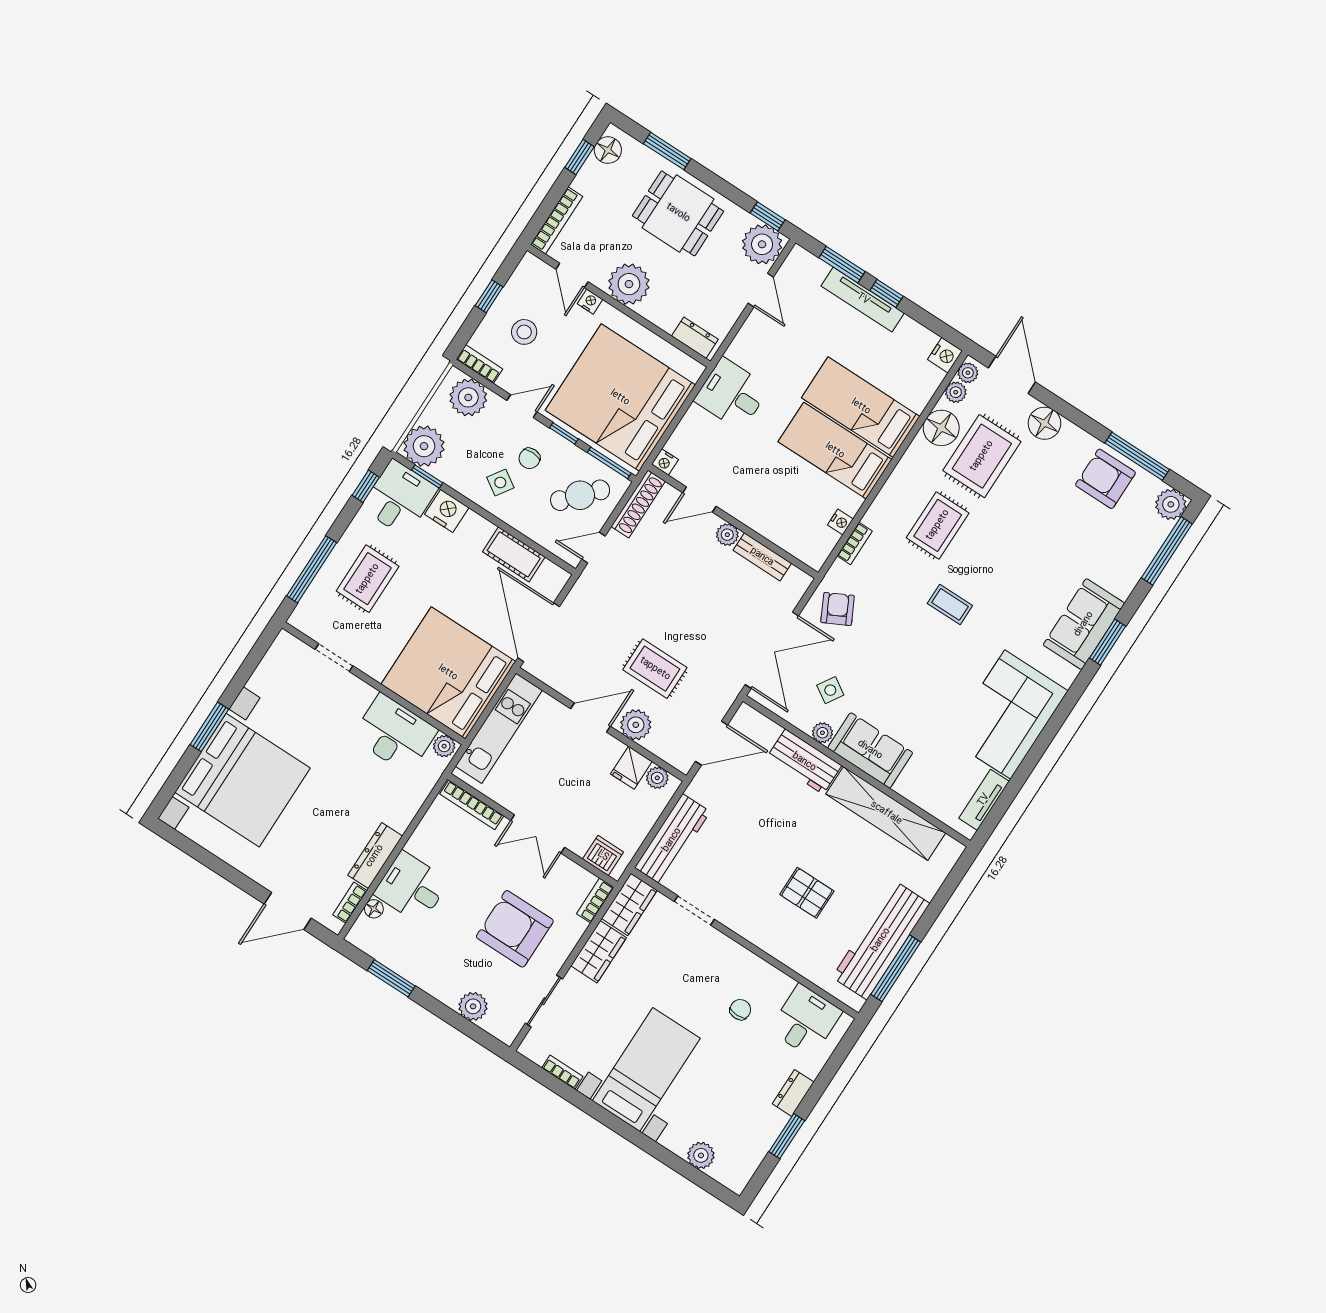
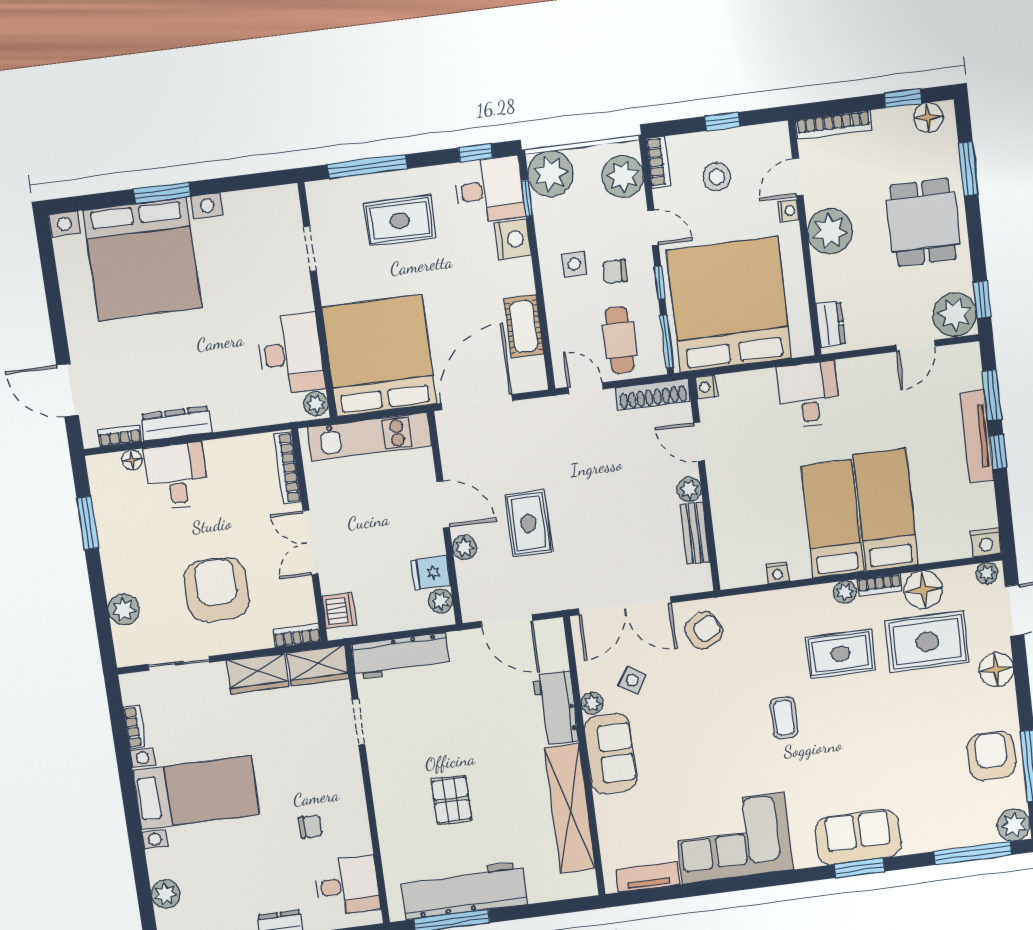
plant: (956, 392) -> (845, 592), moved
side table: (500, 483) -> (574, 264), turned -33
cafe table: (580, 495) -> (619, 340), turned 48
bookcase: (855, 543) -> (879, 585), moved
plant: (636, 725) -> (464, 547), width x0.73, depth x0.73

